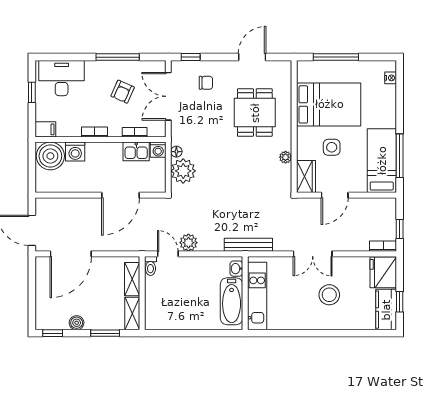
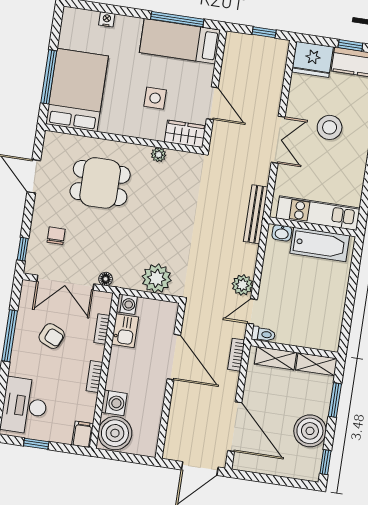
nightstand: (391, 78) -> (107, 19), moved
bed: (329, 104) -> (77, 90), moved
floor lamp: (176, 152) -> (106, 279), moved
bookcase: (383, 246) -> (236, 355), moved
boiler: (77, 323) -> (310, 431), width x1.86, depth x1.86

